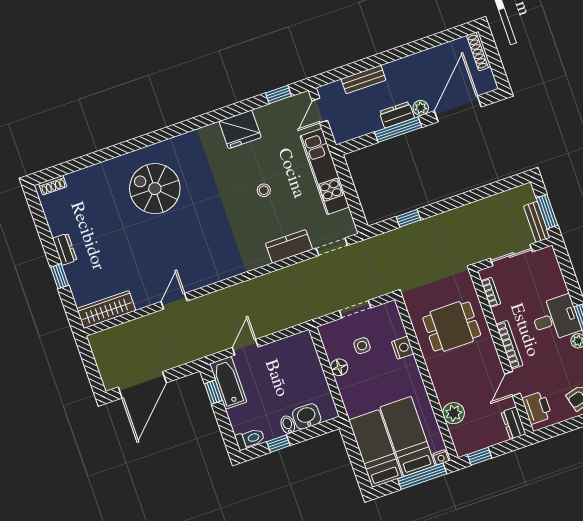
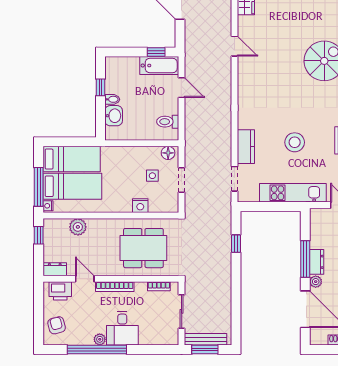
stool: (264, 190) -> (295, 142), width x1.89, depth x1.89
bench: (537, 222) -> (206, 339), width x1.36
dining table: (452, 326) -> (143, 248), width x1.37
floor lamp: (339, 367) -> (168, 153), moved
toilet: (250, 439) -> (168, 122), moved, turned 90

